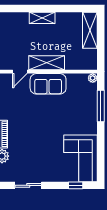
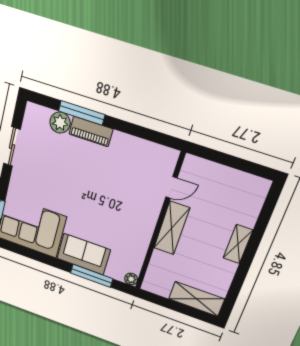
door: (20, 72) -> (171, 188), swing flipped
sofa: (48, 84) -> (84, 254), moved, turned 90

